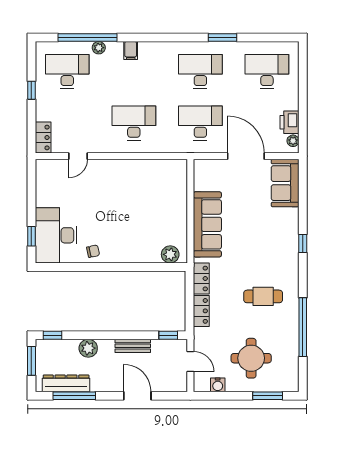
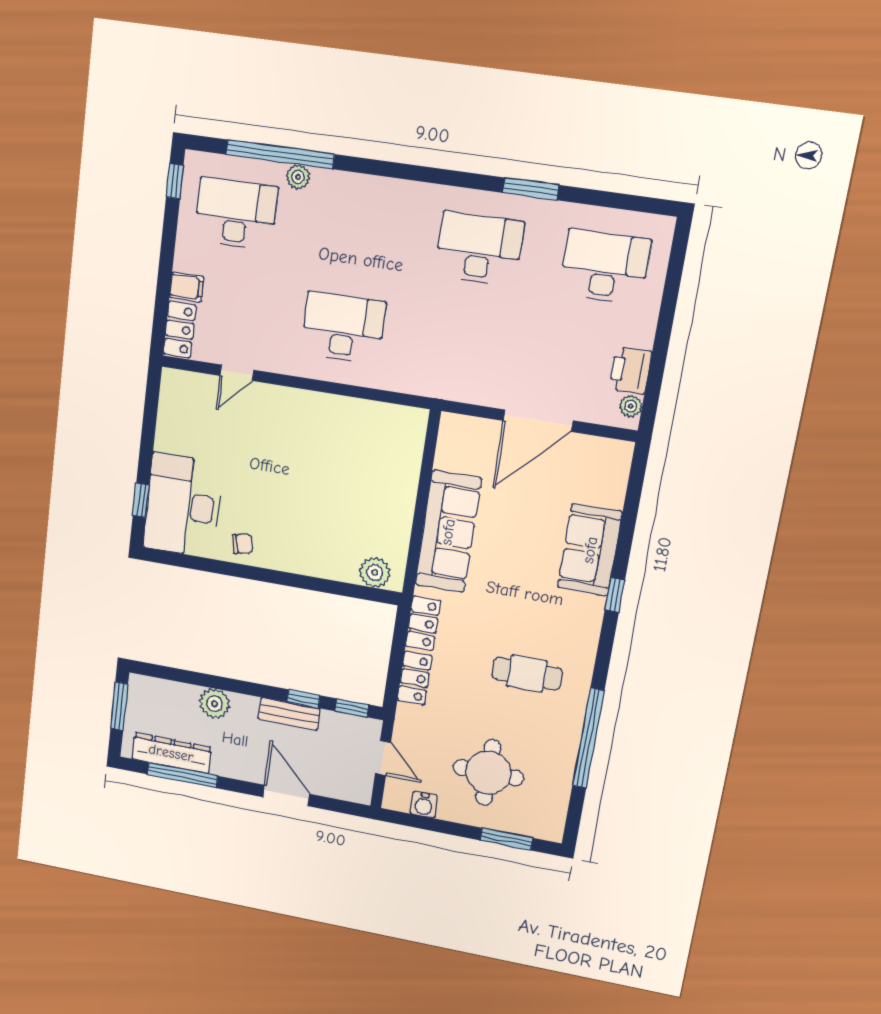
filing cabinet: (131, 50) -> (187, 287), moved, turned -90
window: (31, 90) -> (175, 181), moved
desk: (200, 123) -> (464, 346), removed
door: (246, 156) -> (538, 421), swing flipped
sofa: (285, 183) -> (590, 550), moved
window: (53, 335) -> (303, 699), moved

